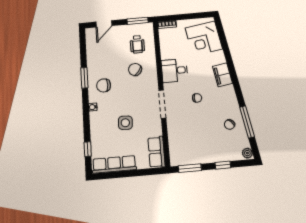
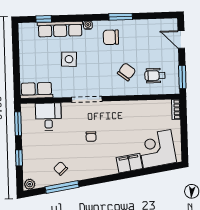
desk: (174, 71) -> (48, 117), moved
filing cabinet: (222, 75) -> (129, 163), moved
chair: (104, 85) -> (111, 37), turned -90
row of seats: (114, 164) -> (60, 29), moved, turned 90

